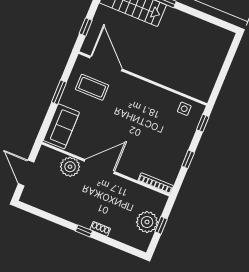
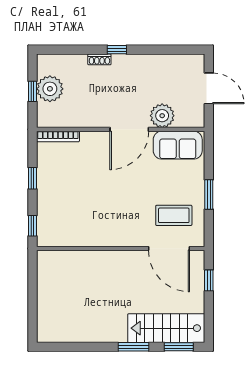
side table: (184, 109) -> (60, 234), removed
sofa: (61, 126) -> (178, 145), moved, turned -90

